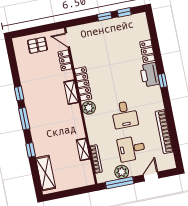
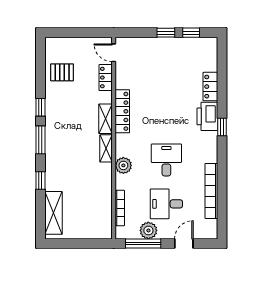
pallet: (37, 45) -> (62, 72), moved
plant: (89, 108) -> (123, 165), moved
desk: (125, 115) -> (166, 160), turned 180
shelving: (83, 149) -> (106, 148), moved

